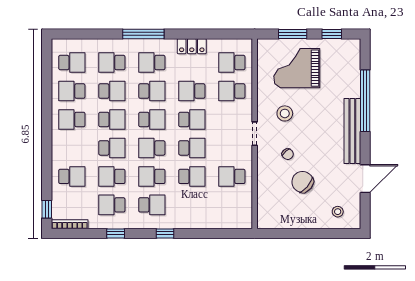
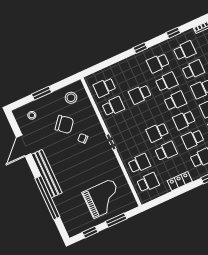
stool: (285, 113) -> (71, 98), moved
school desk: (192, 148) -> (105, 87), moved
window: (313, 233) -> (42, 93), added

